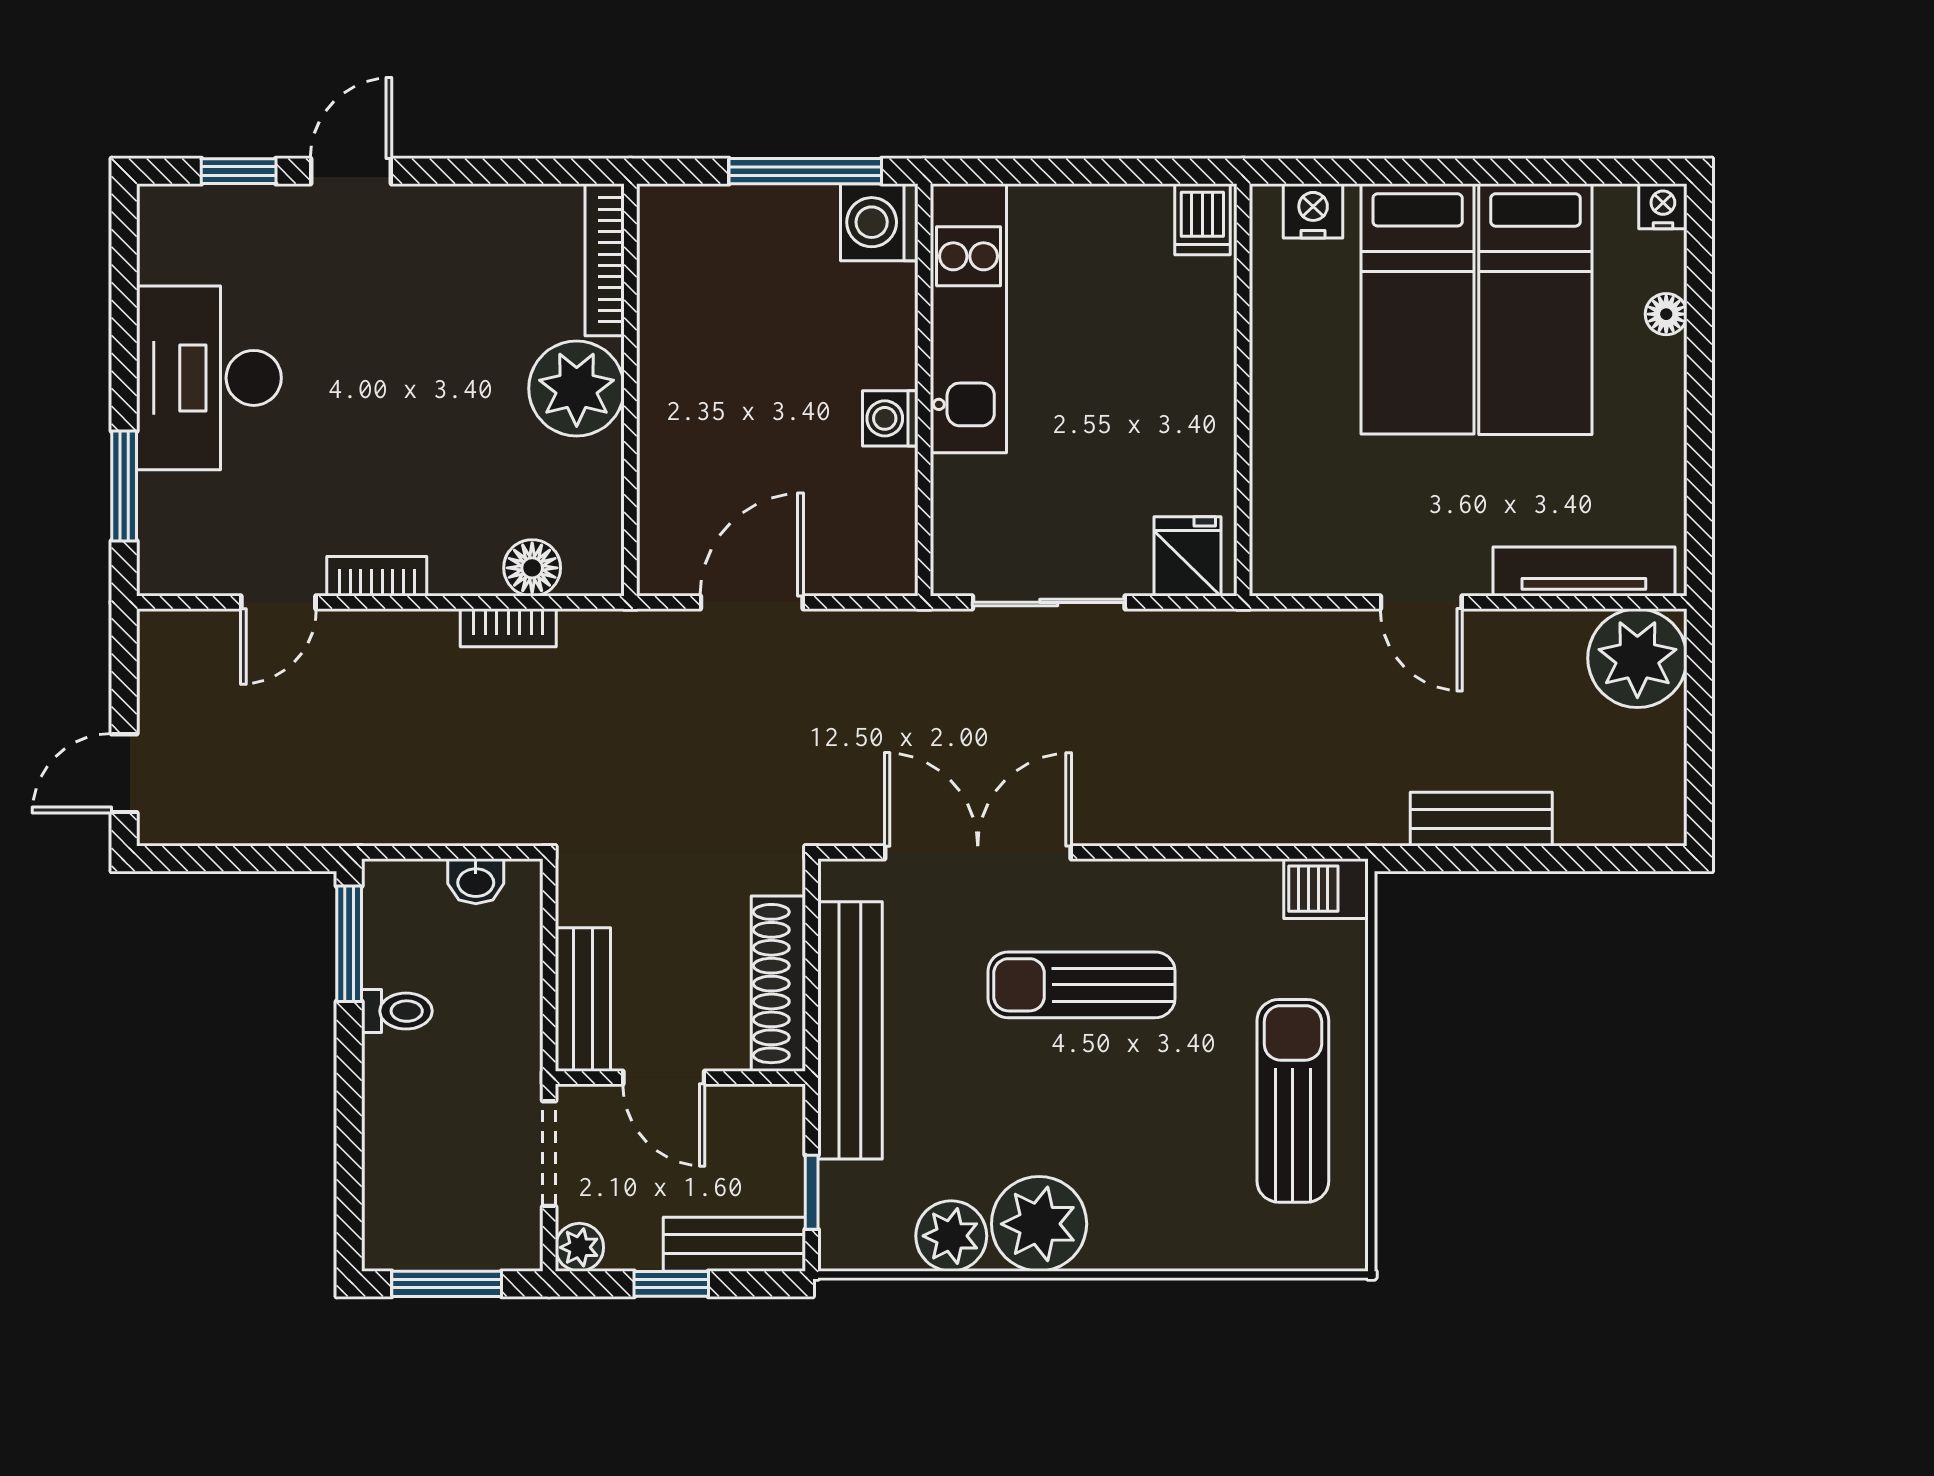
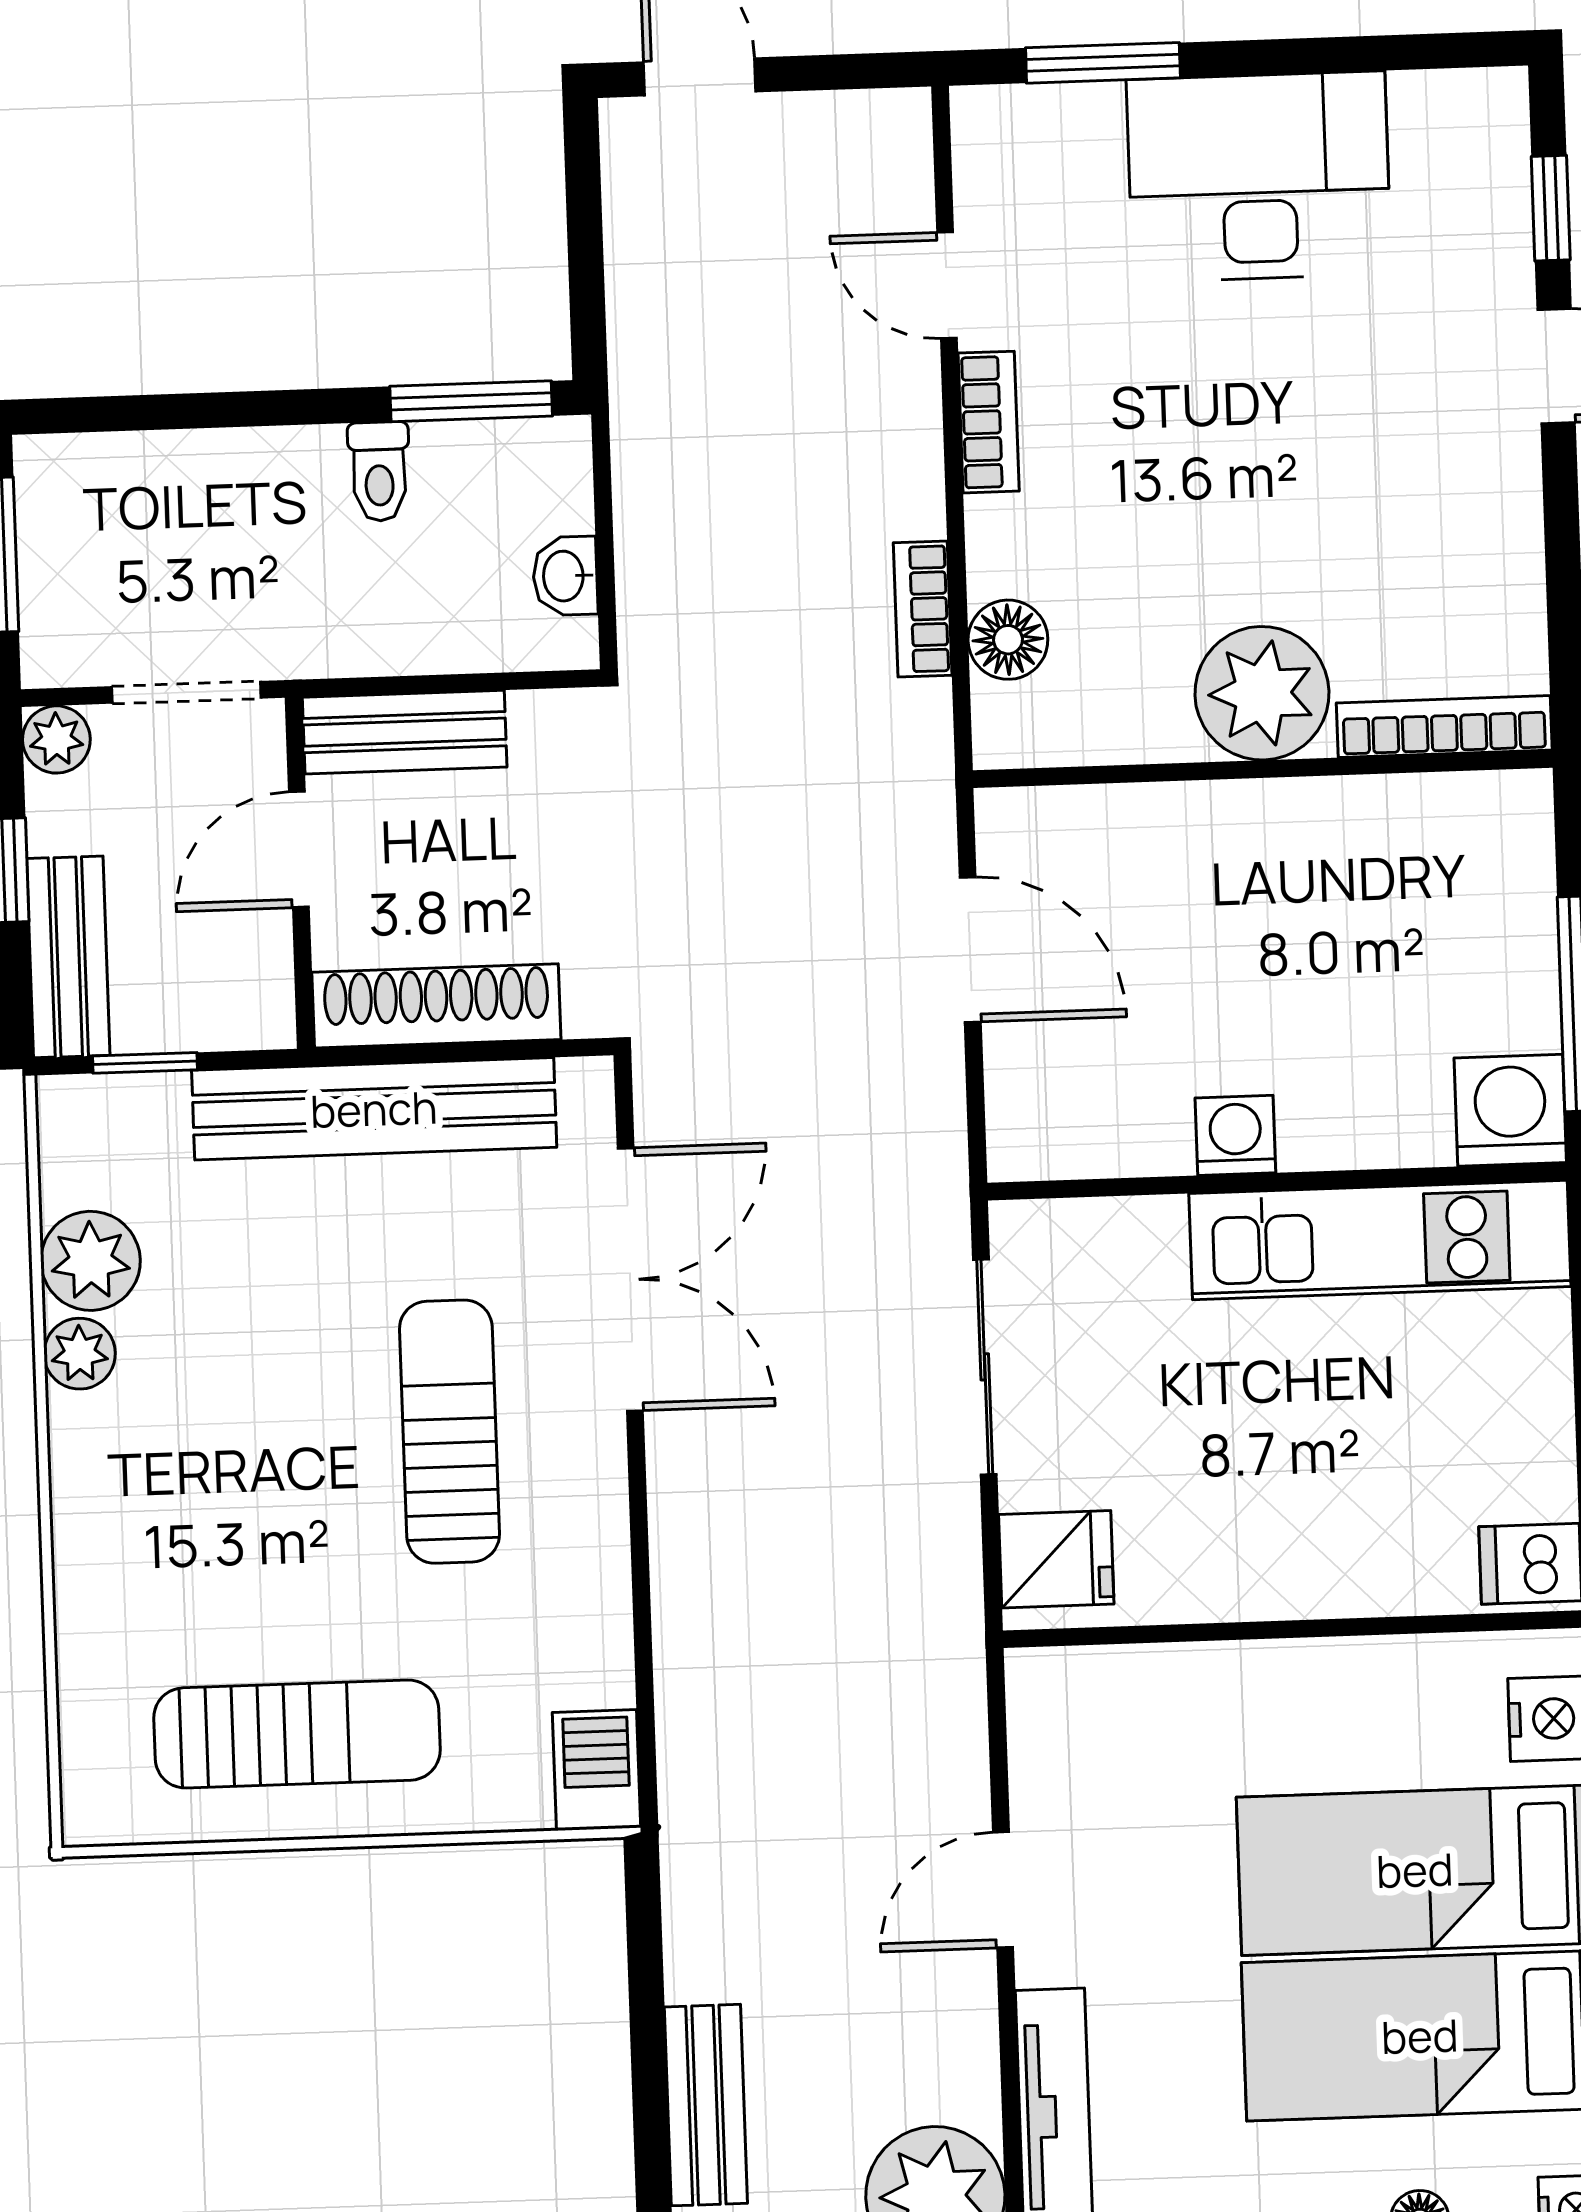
bench: (1481, 819) -> (706, 2105), moved
plant: (1039, 1224) -> (80, 1354), width x0.53, depth x0.53

